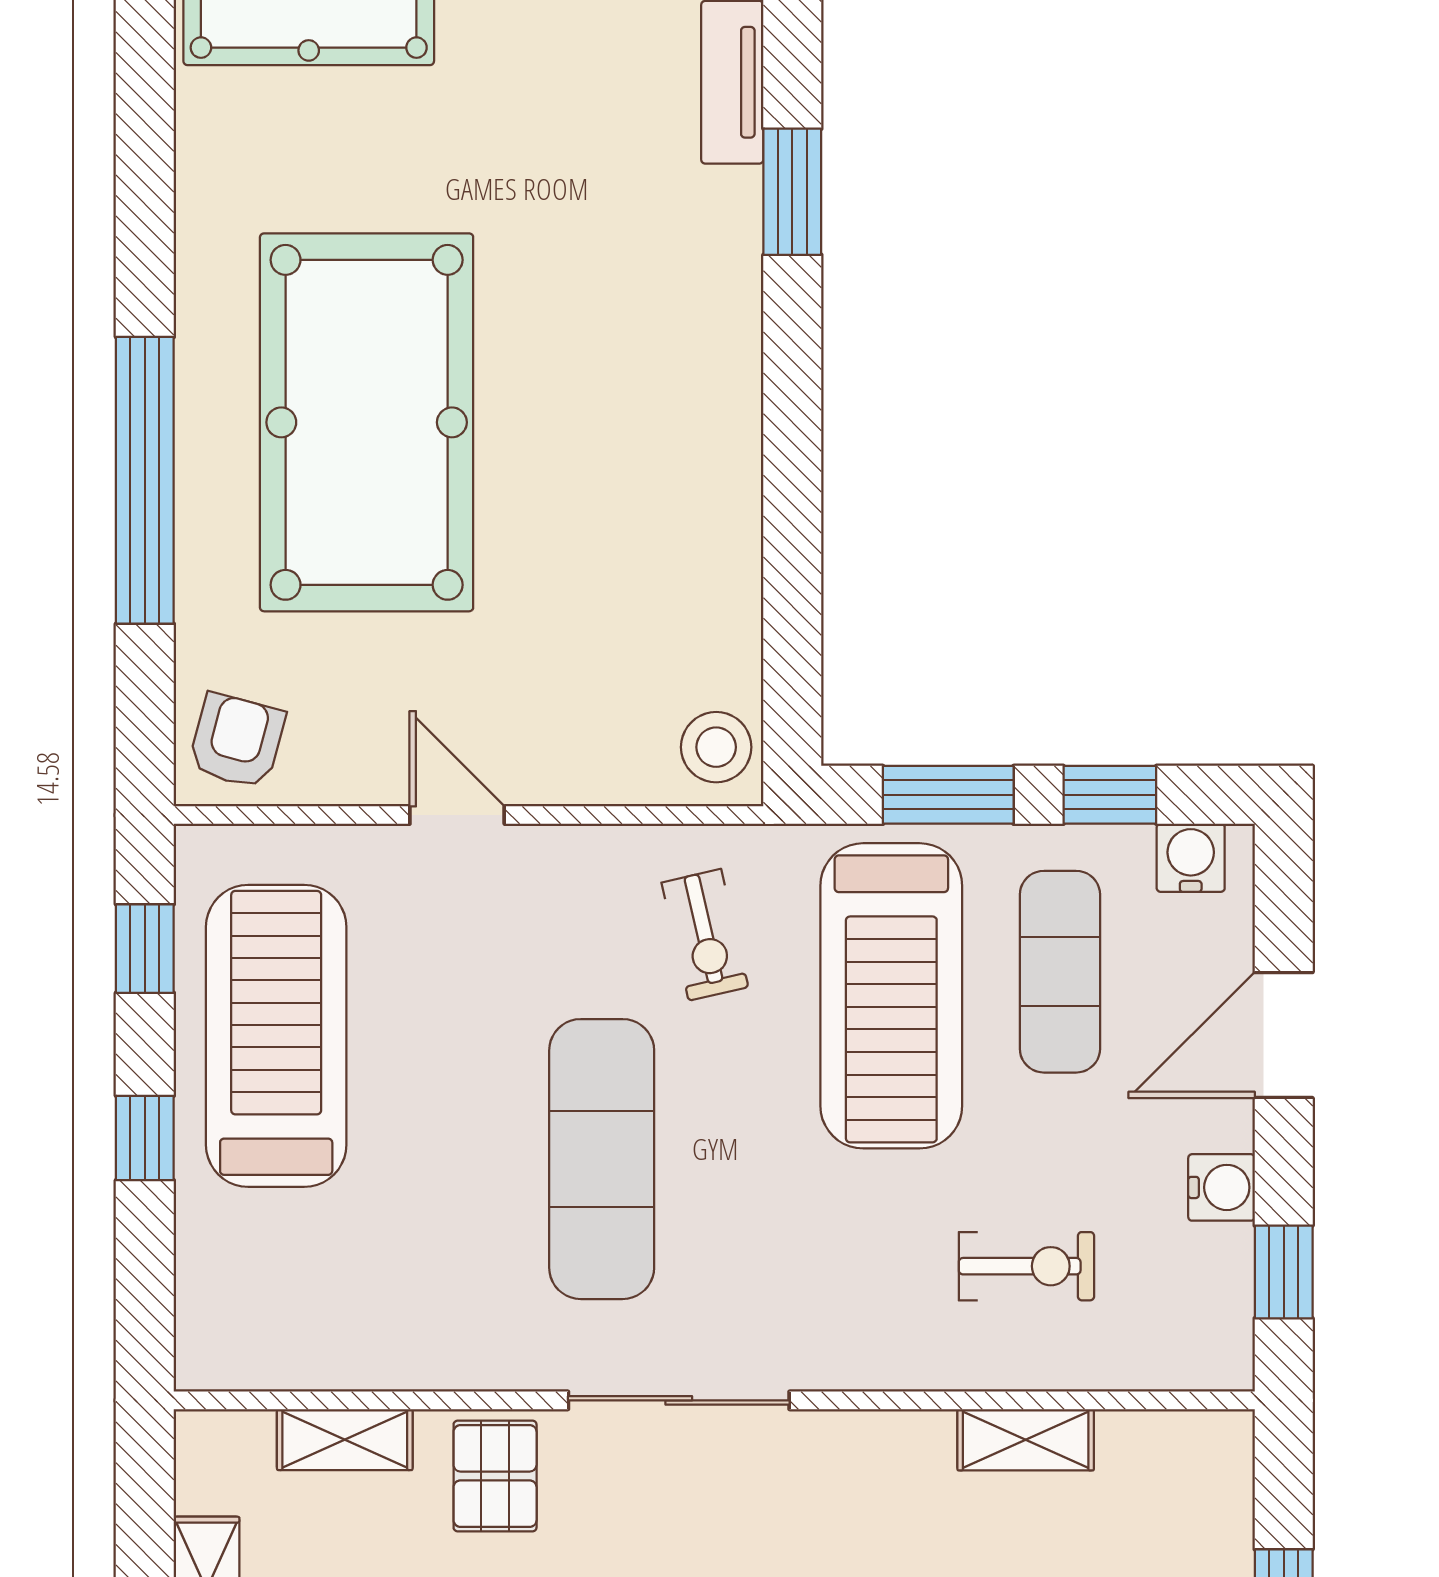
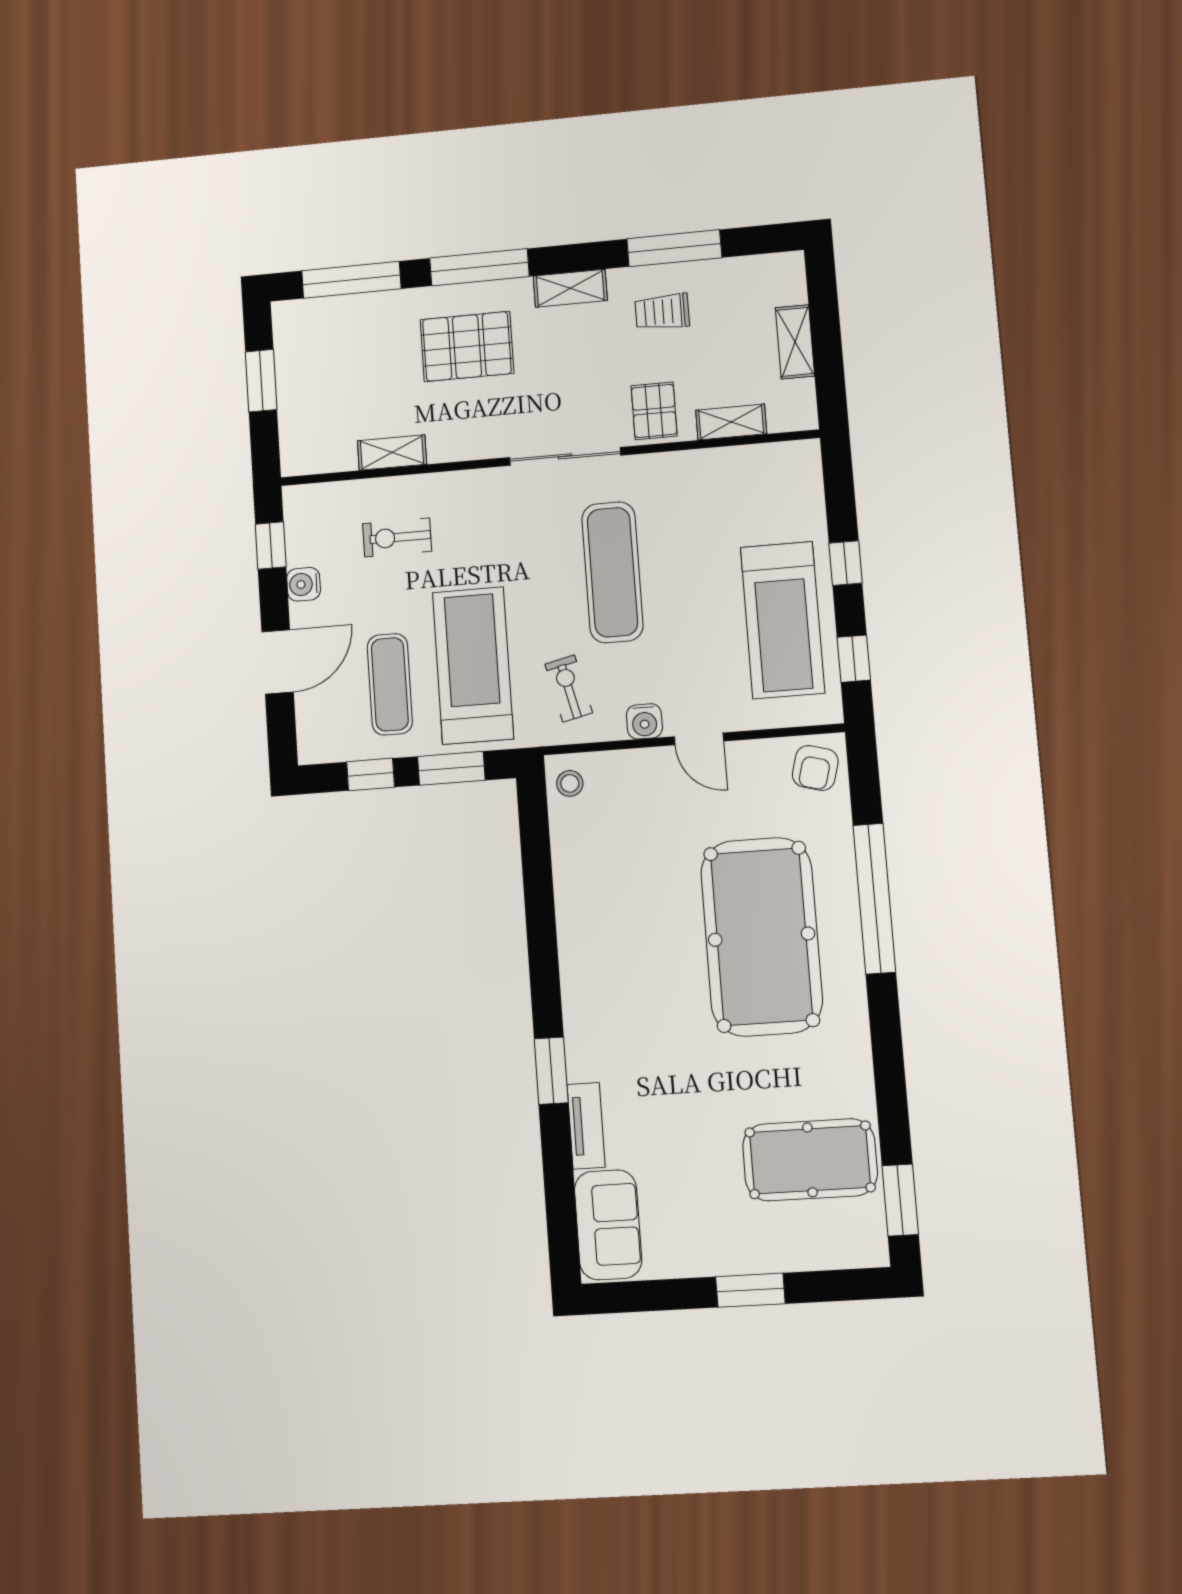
stool: (716, 747) -> (570, 783), width x0.73, depth x0.73
water cooler: (1191, 858) -> (644, 721), moved

